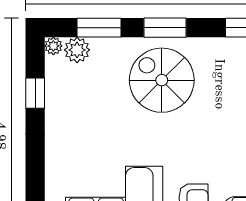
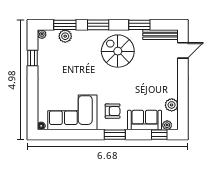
plant: (77, 50) -> (65, 36), moved
spiral stairs: (162, 80) -> (118, 51), moved

